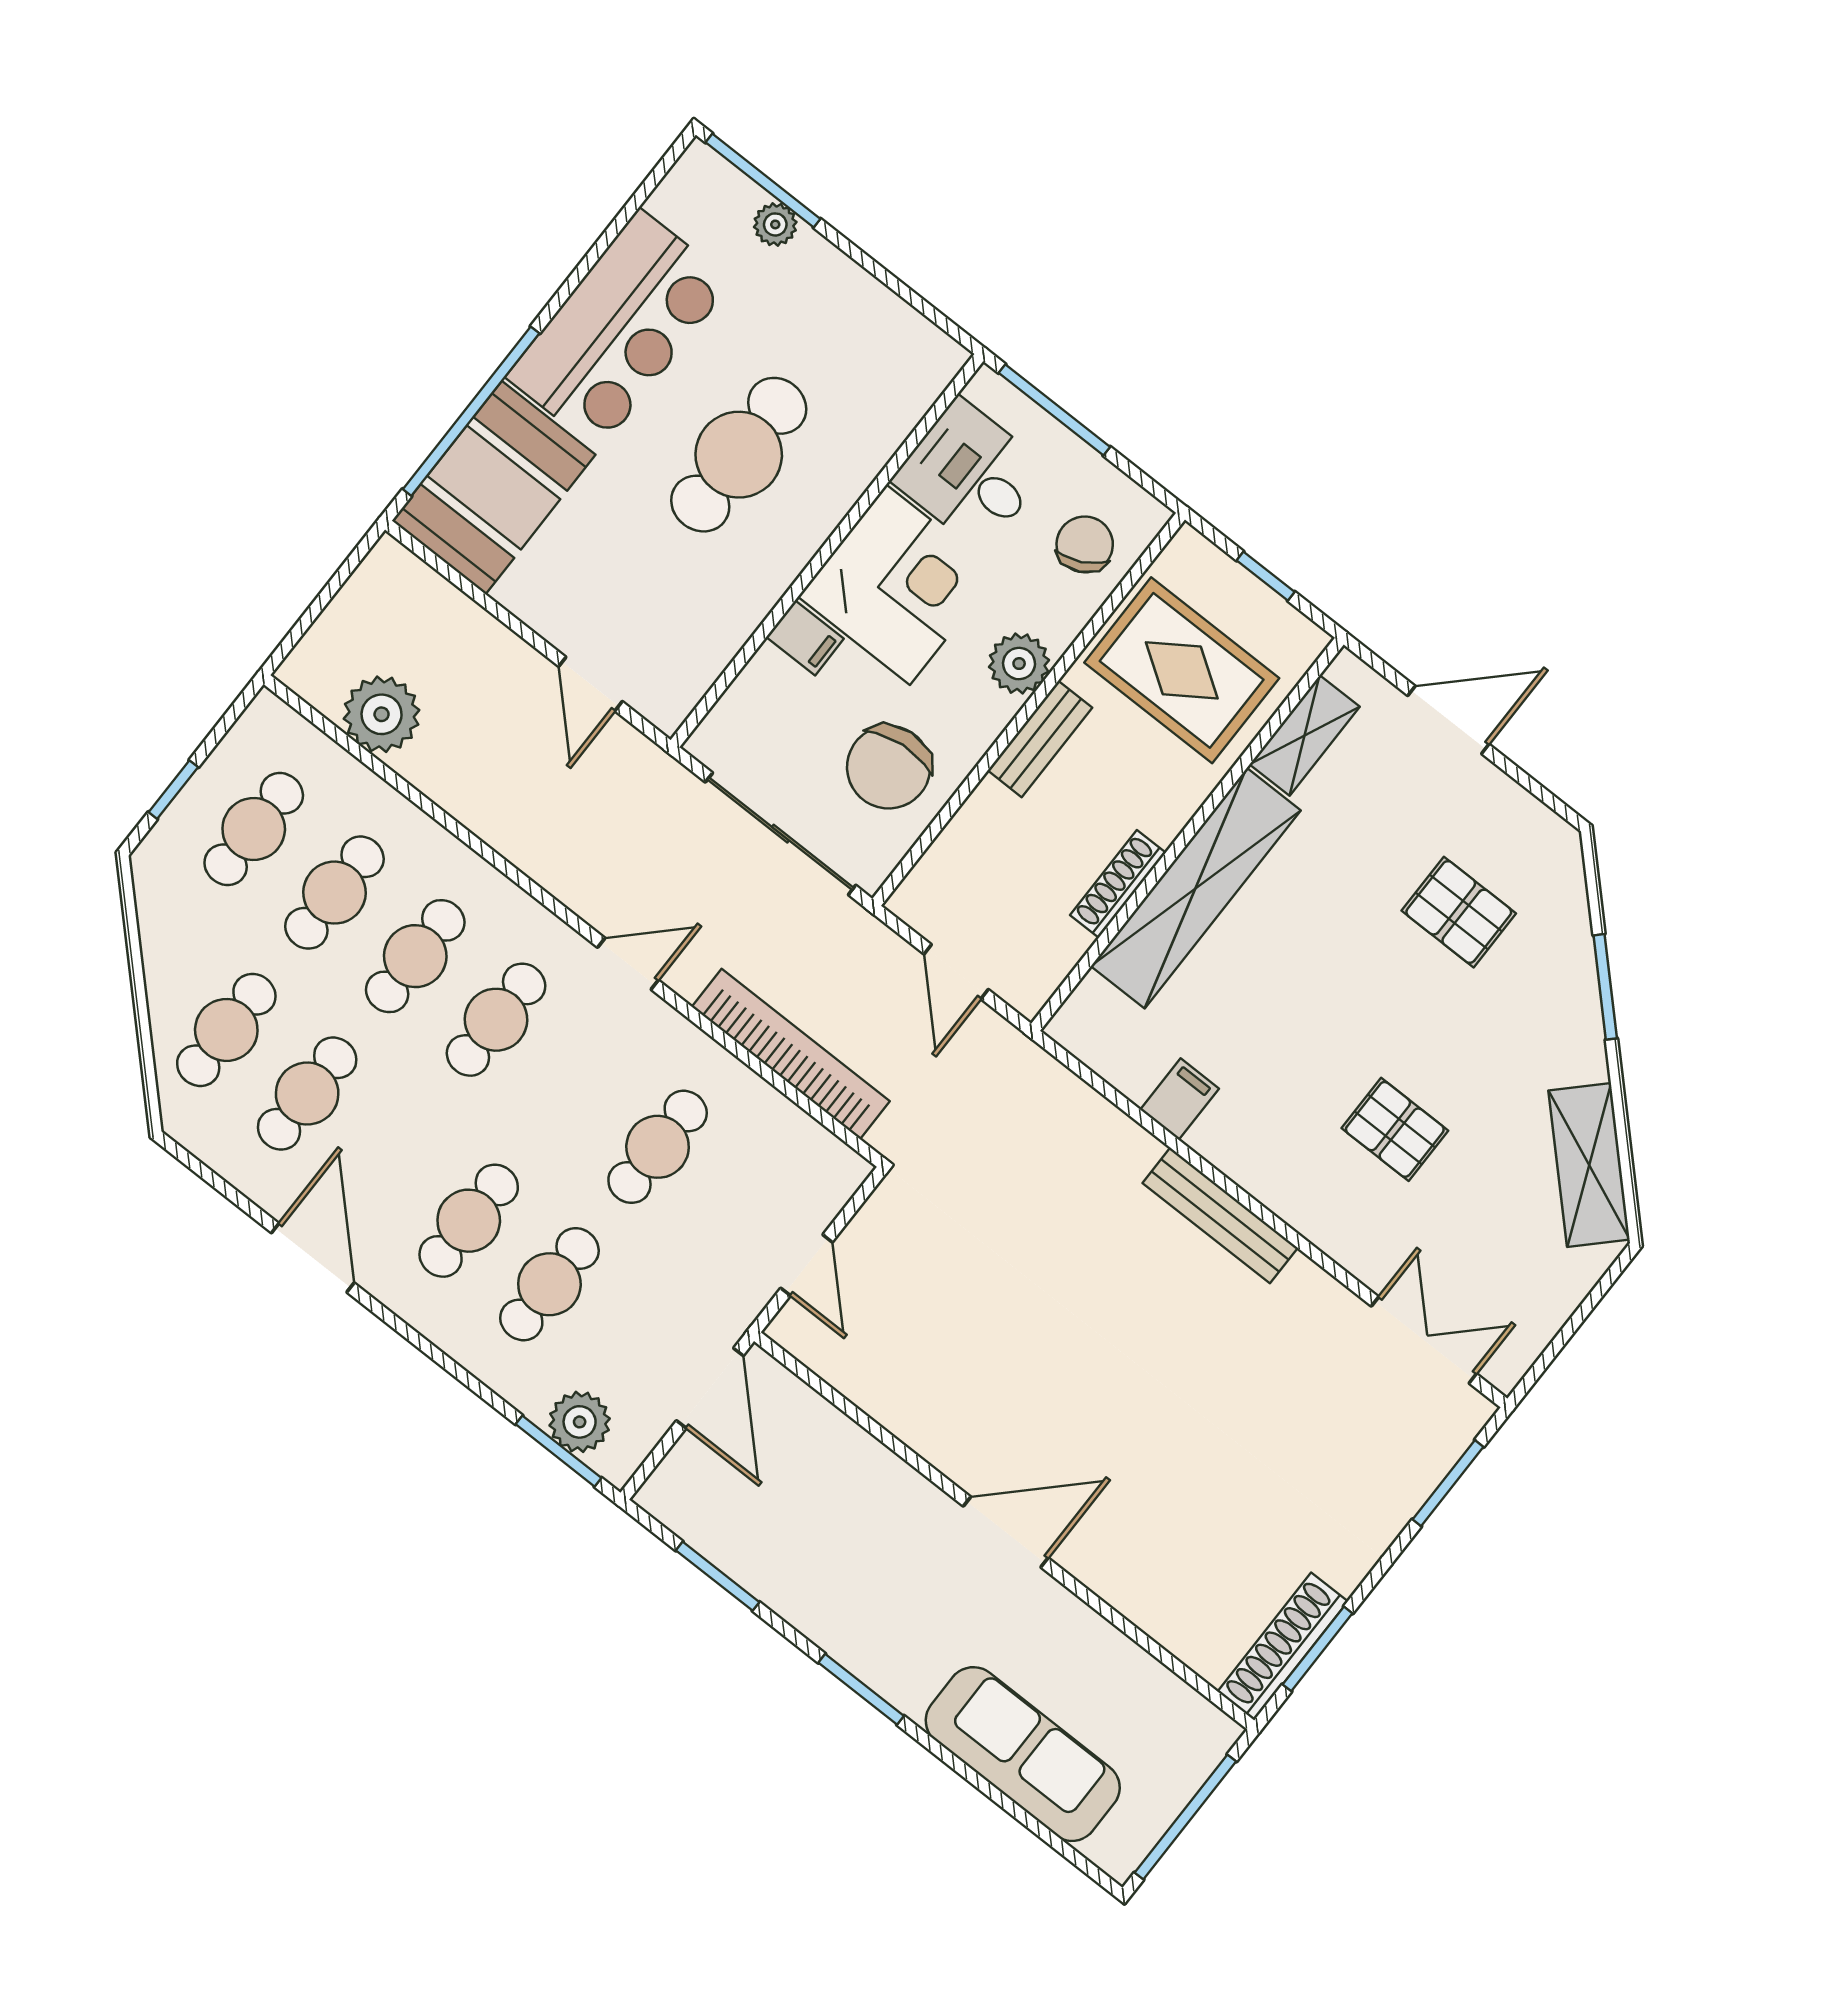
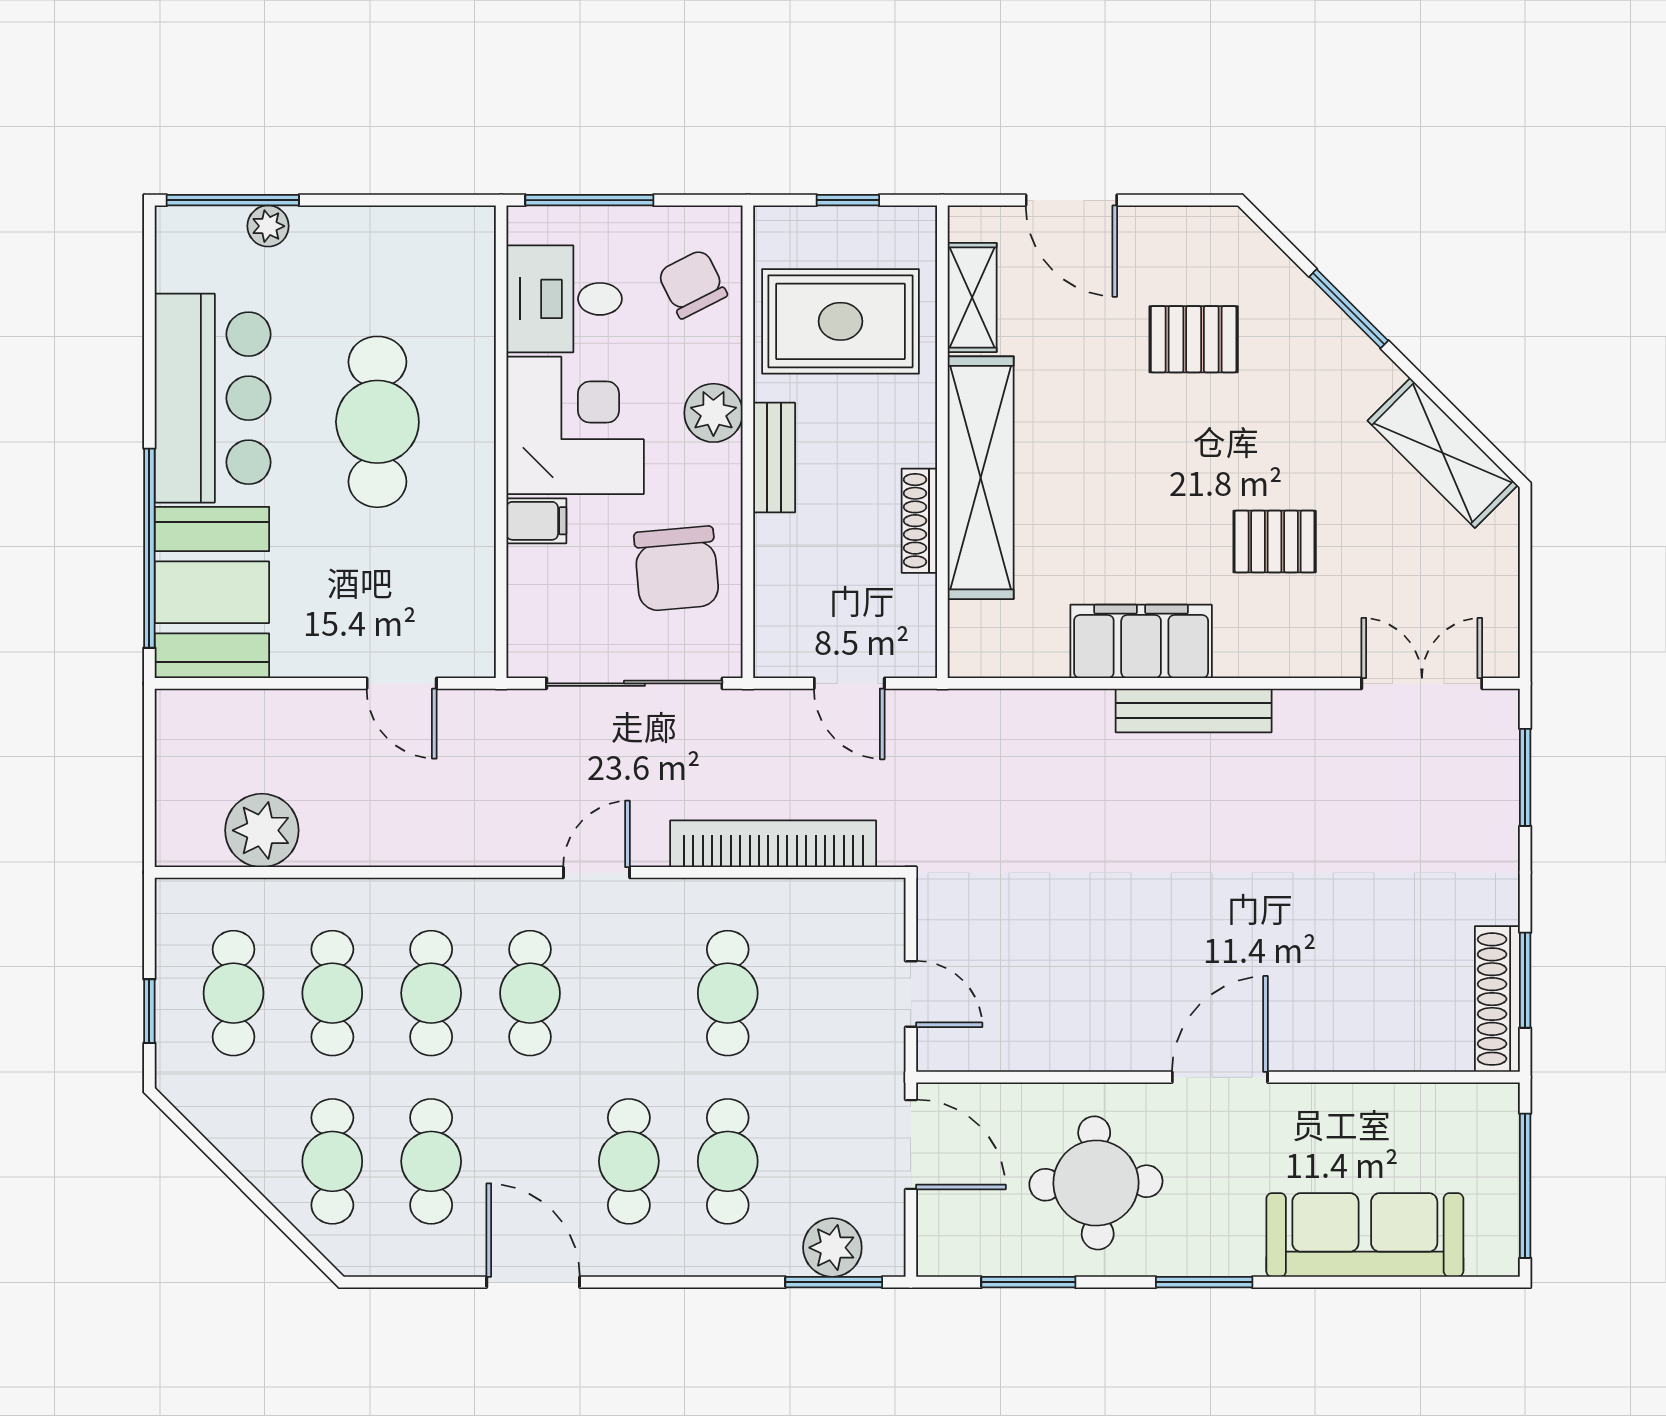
door: (1448, 720) -> (1071, 200), swing flipped
filing cabinet: (1180, 1099) -> (1141, 641), width x3.00, depth x1.17
round table: (836, 1539) -> (1096, 1183), added

